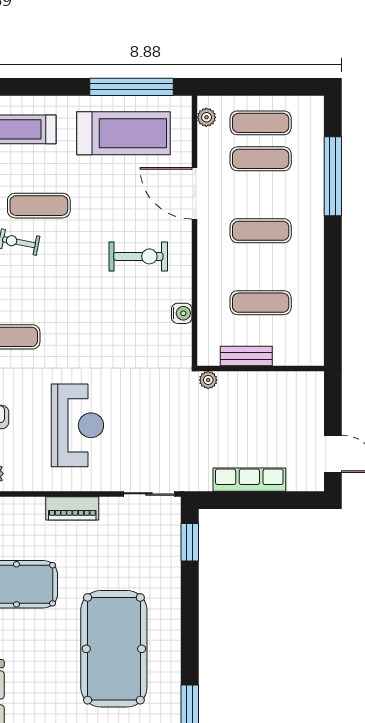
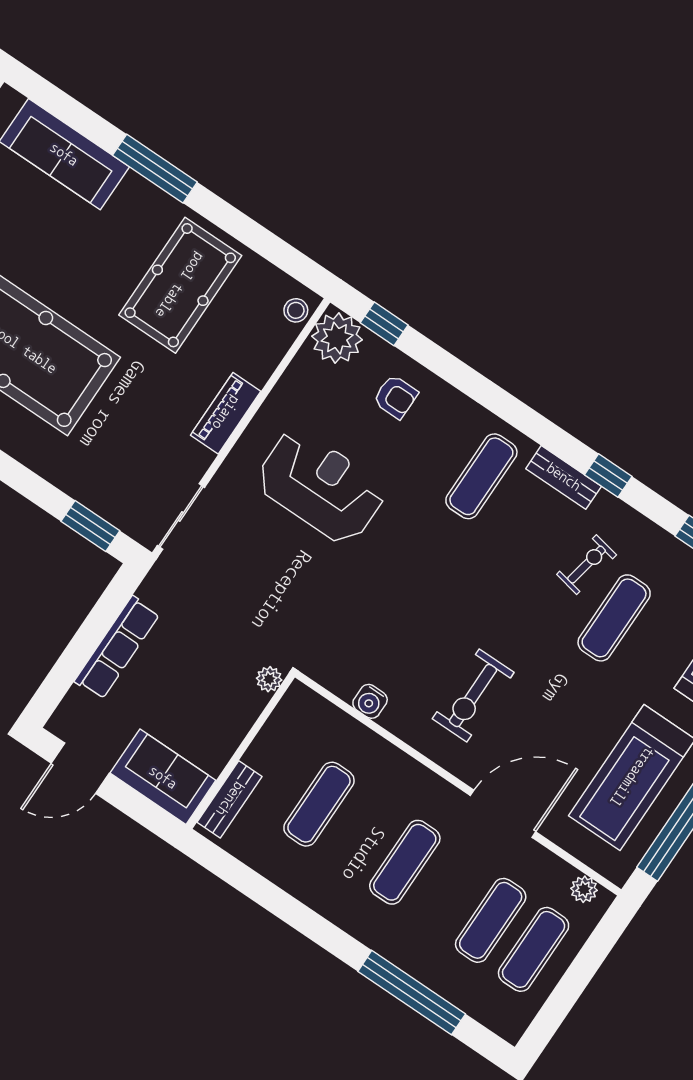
bench: (246, 356) -> (230, 799), moved
sofa: (306, 403) -> (163, 777), added
reception desk: (77, 425) -> (321, 486), turned 180

